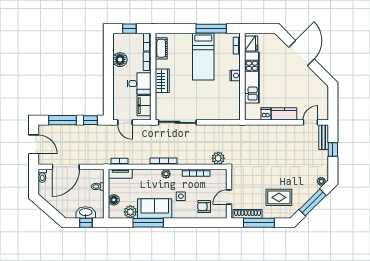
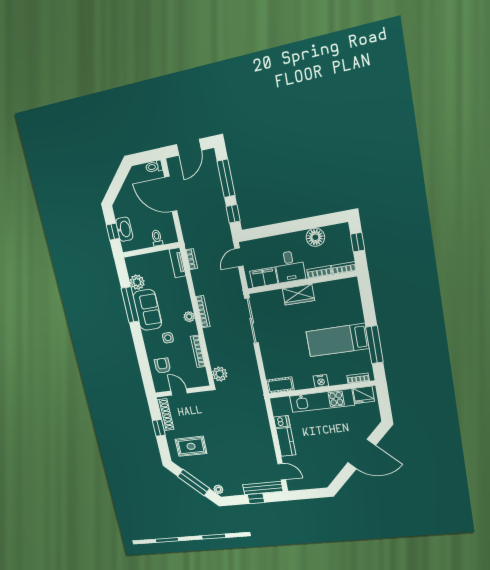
cot: (161, 48) -> (280, 385), moved
bench: (324, 137) -> (263, 488), width x1.36
rug: (279, 197) -> (191, 446), turned 90
floor lamp: (114, 200) -> (146, 260), removed
window: (259, 223) -> (159, 428), width x0.46

